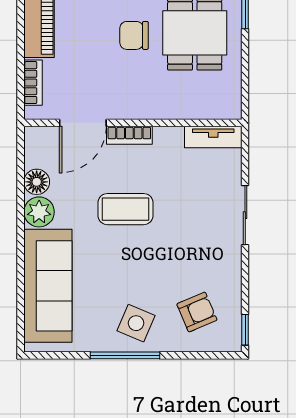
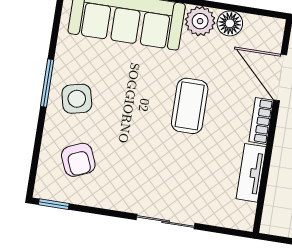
tv unit: (213, 137) -> (251, 173), moved
side table: (136, 323) -> (77, 99), turned -36
window: (125, 355) -> (47, 83), width x0.69

